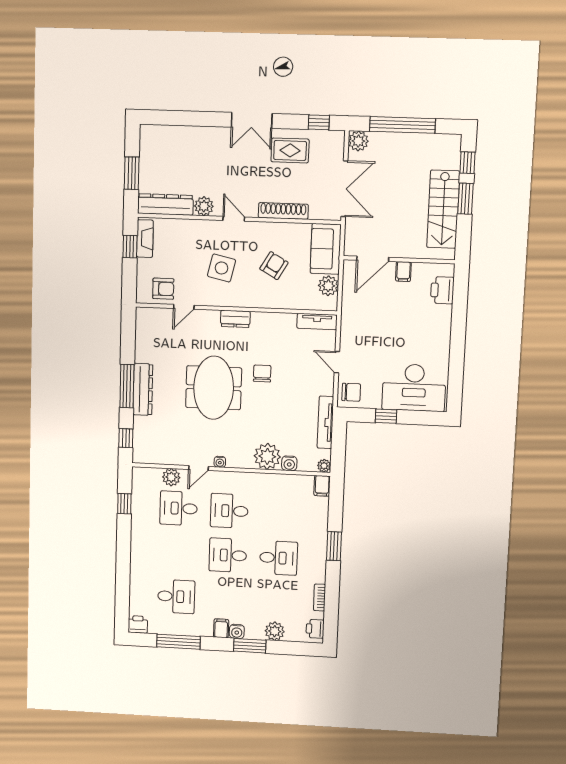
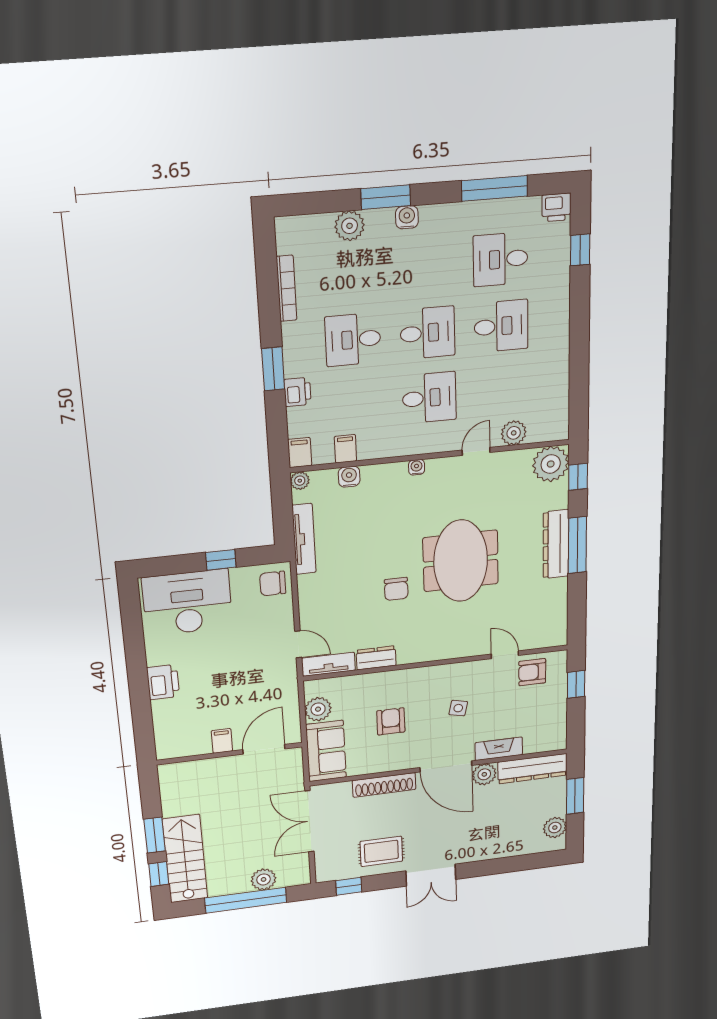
double door: (252, 120) -> (431, 875), swing flipped
plant: (358, 141) -> (264, 879), moved
plant: (149, 147) -> (555, 828), added
stairs: (443, 209) -> (185, 859), moved
door: (234, 219) -> (446, 766), width x1.88
fireplace: (145, 239) -> (499, 749), moved, turned 90
window: (130, 247) -> (576, 684), moved
armchair: (274, 266) -> (391, 721), turned 150
side table: (222, 268) -> (458, 708), width x0.54, depth x0.54
printer: (442, 290) -> (163, 682), moved
door: (184, 307) -> (505, 655), hinge flipped
dresser: (235, 319) -> (376, 658), moved
door: (337, 362) -> (298, 644), moved
plant: (267, 456) -> (551, 464), moved
water cooler: (220, 462) -> (417, 467), moved
window: (124, 504) -> (580, 250), moved
desk: (179, 508) -> (501, 326), moved
bookcase: (320, 598) -> (286, 288), width x1.56
filing cabinet: (221, 628) -> (345, 449), moved, turned 180
printer: (315, 629) -> (298, 392), moved

